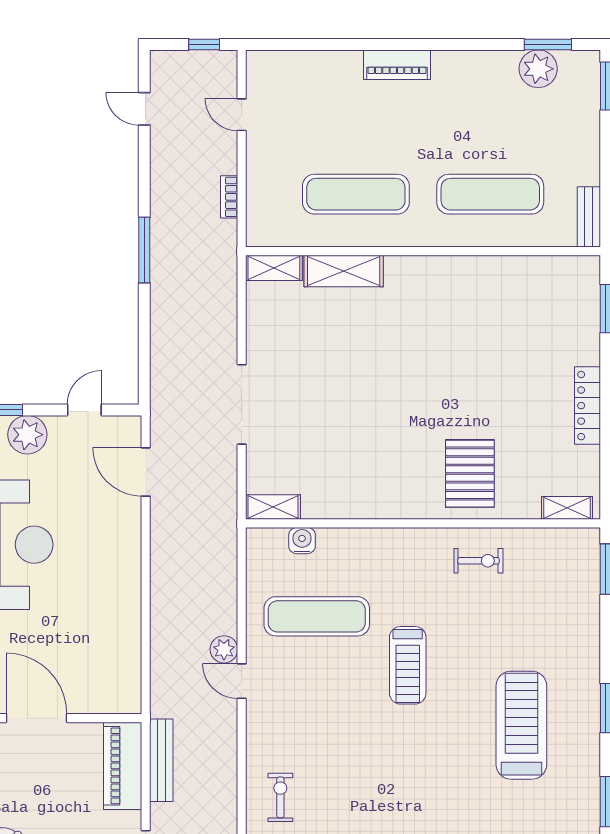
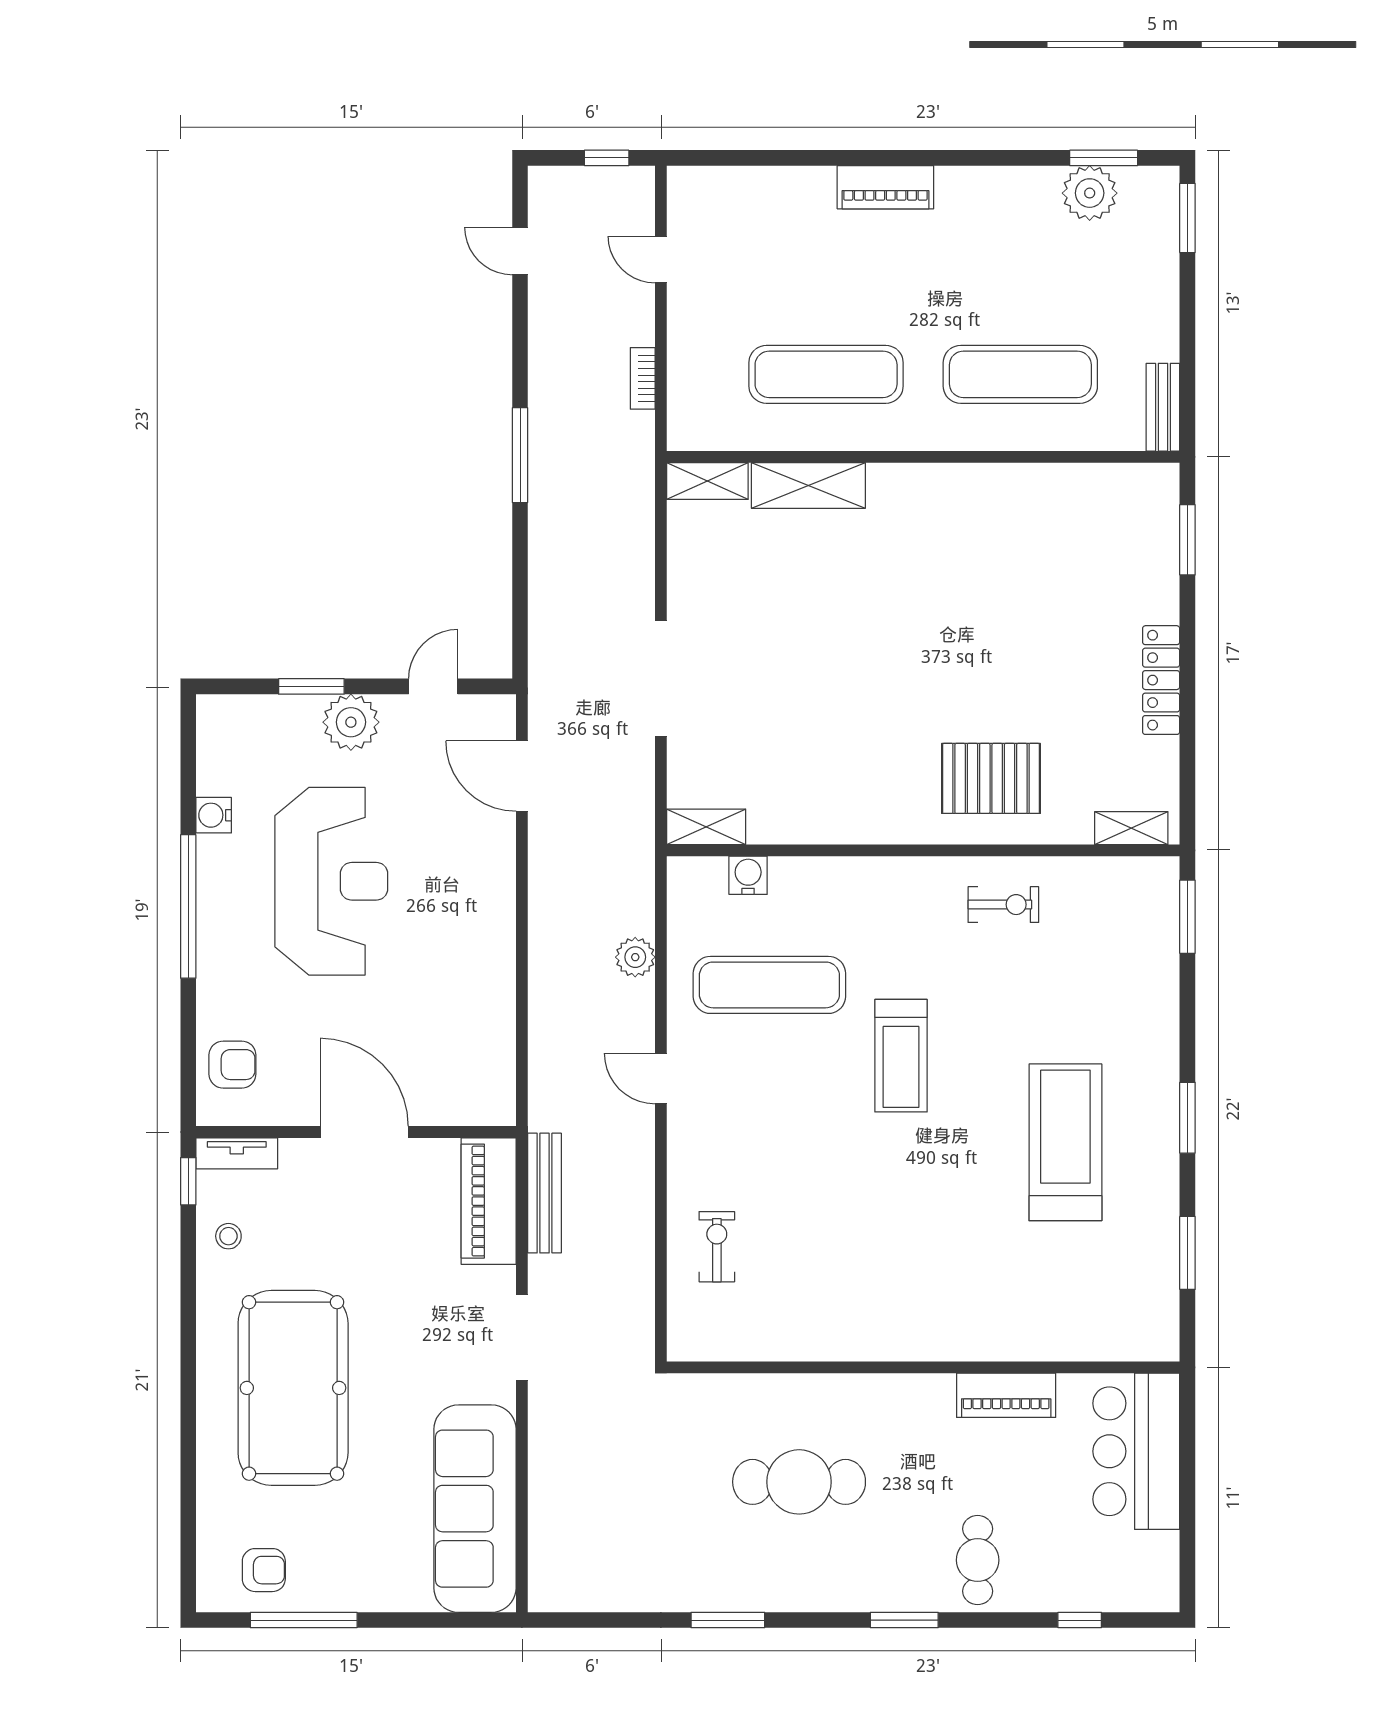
pallet: (470, 474) -> (991, 778), turned 90
plant: (224, 649) -> (635, 957), moved

